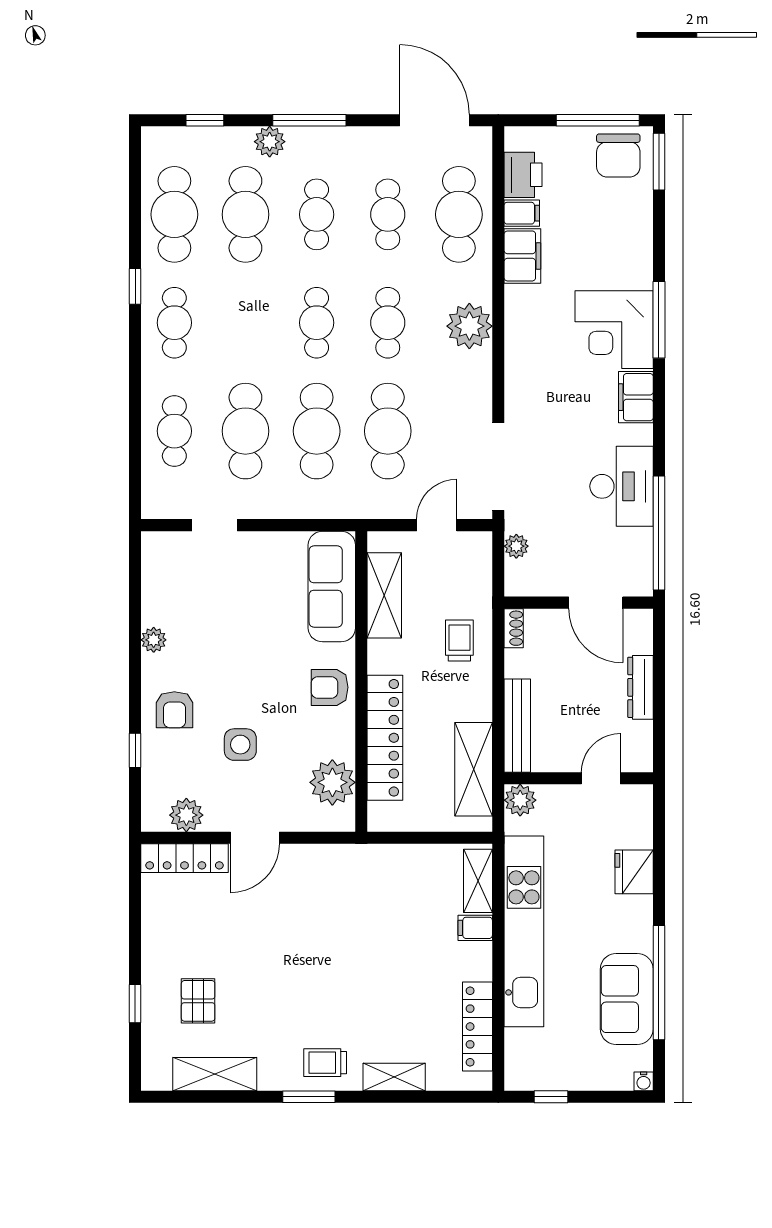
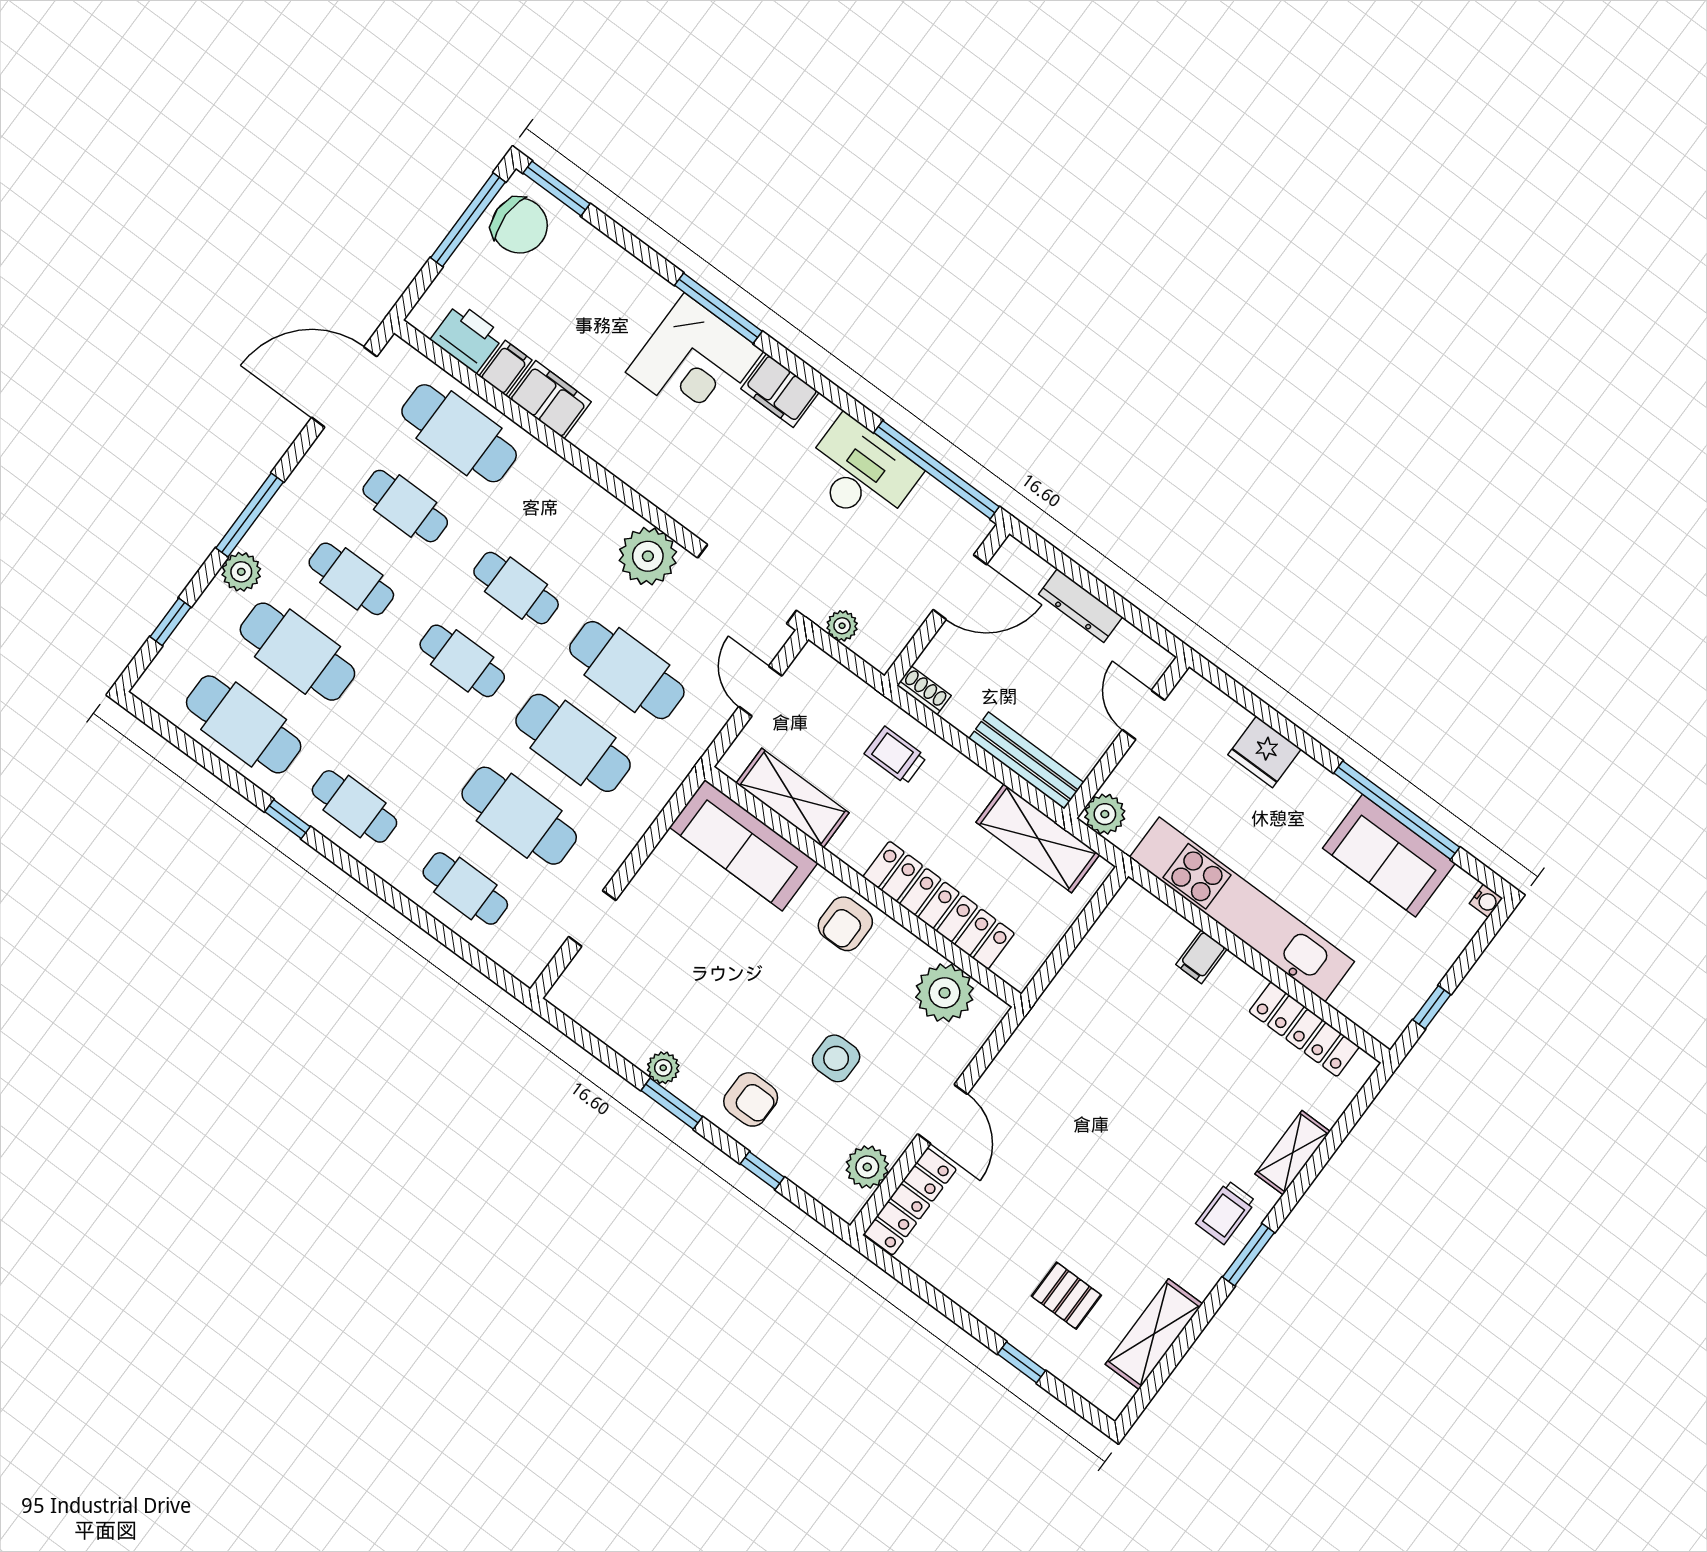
plant: (469, 326) -> (648, 556), moved
window: (135, 662) -> (672, 1104), added
shelving: (478, 881) -> (1156, 918), removed

